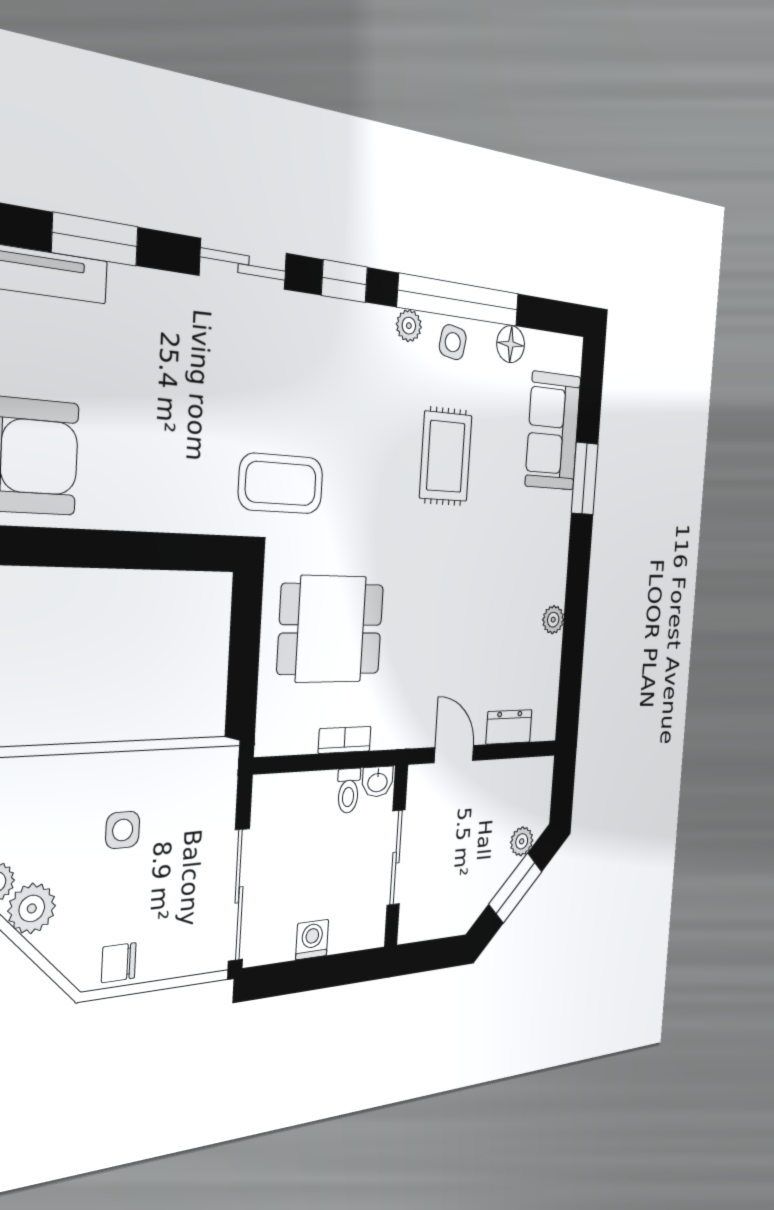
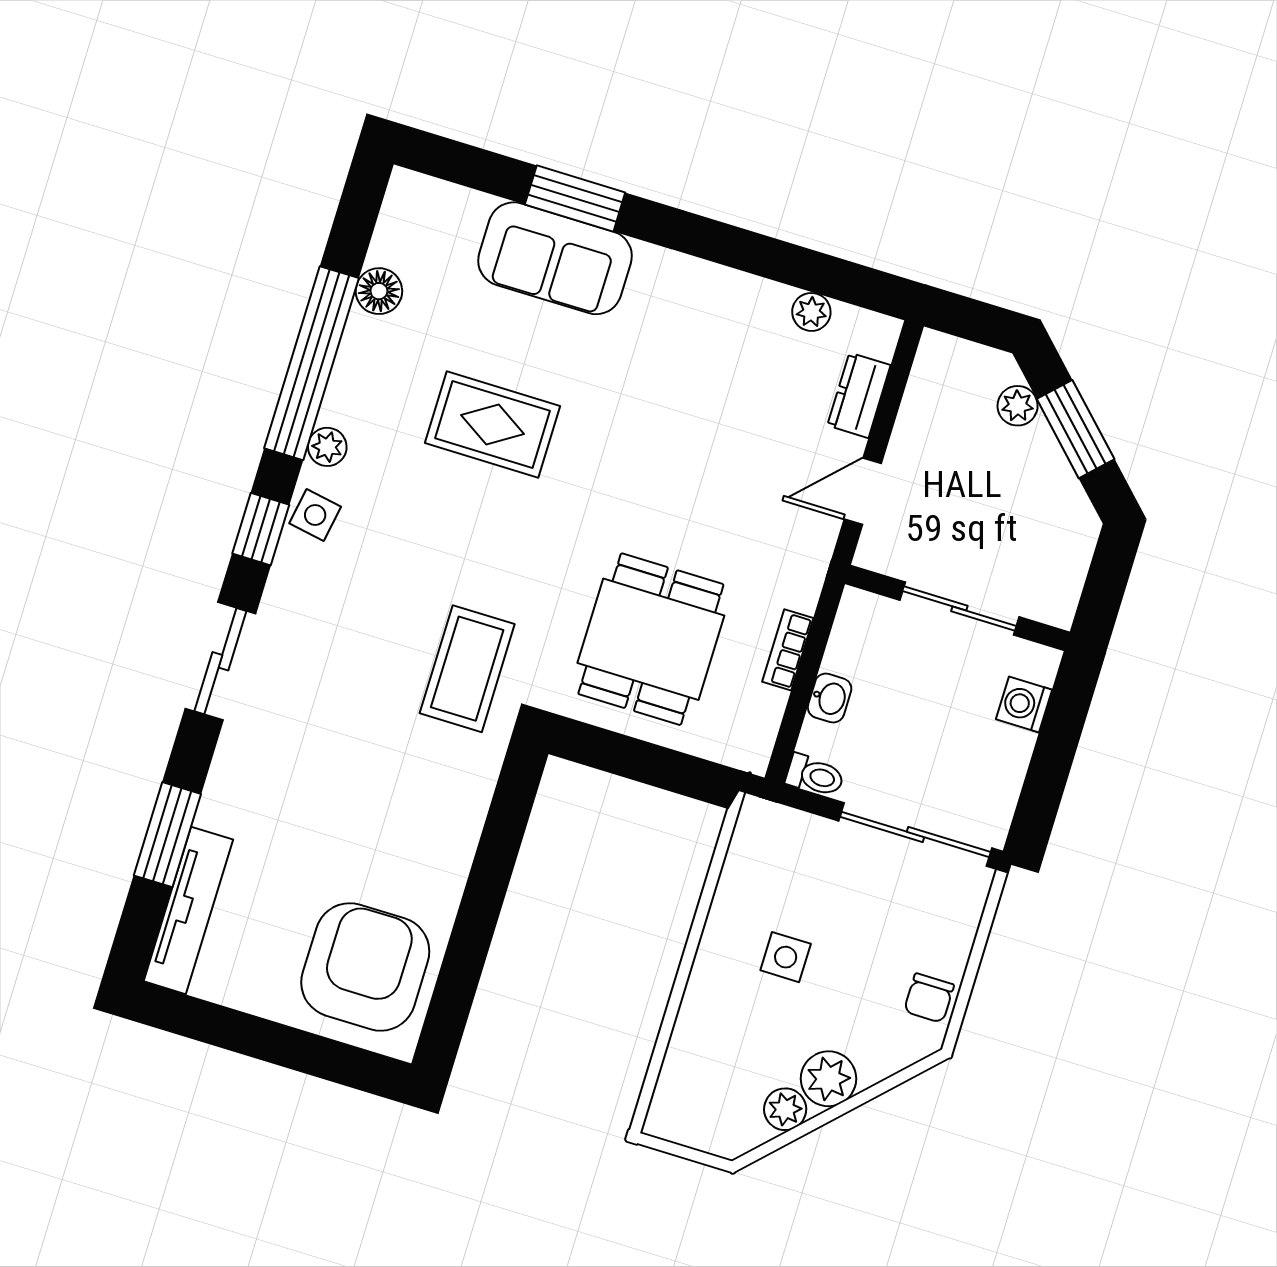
side table: (453, 342) -> (315, 515), moved
sofa: (553, 431) -> (555, 258), moved
plant: (553, 620) -> (811, 312), moved
washbasin: (378, 782) -> (830, 698), moved
toilet: (348, 791) -> (815, 776), moved
washing machine: (312, 940) -> (1024, 704), moved

